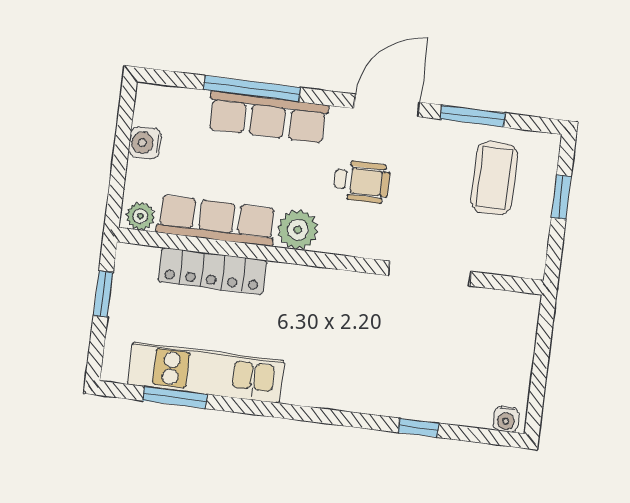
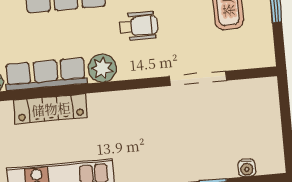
water cooler: (506, 419) -> (247, 168), moved

